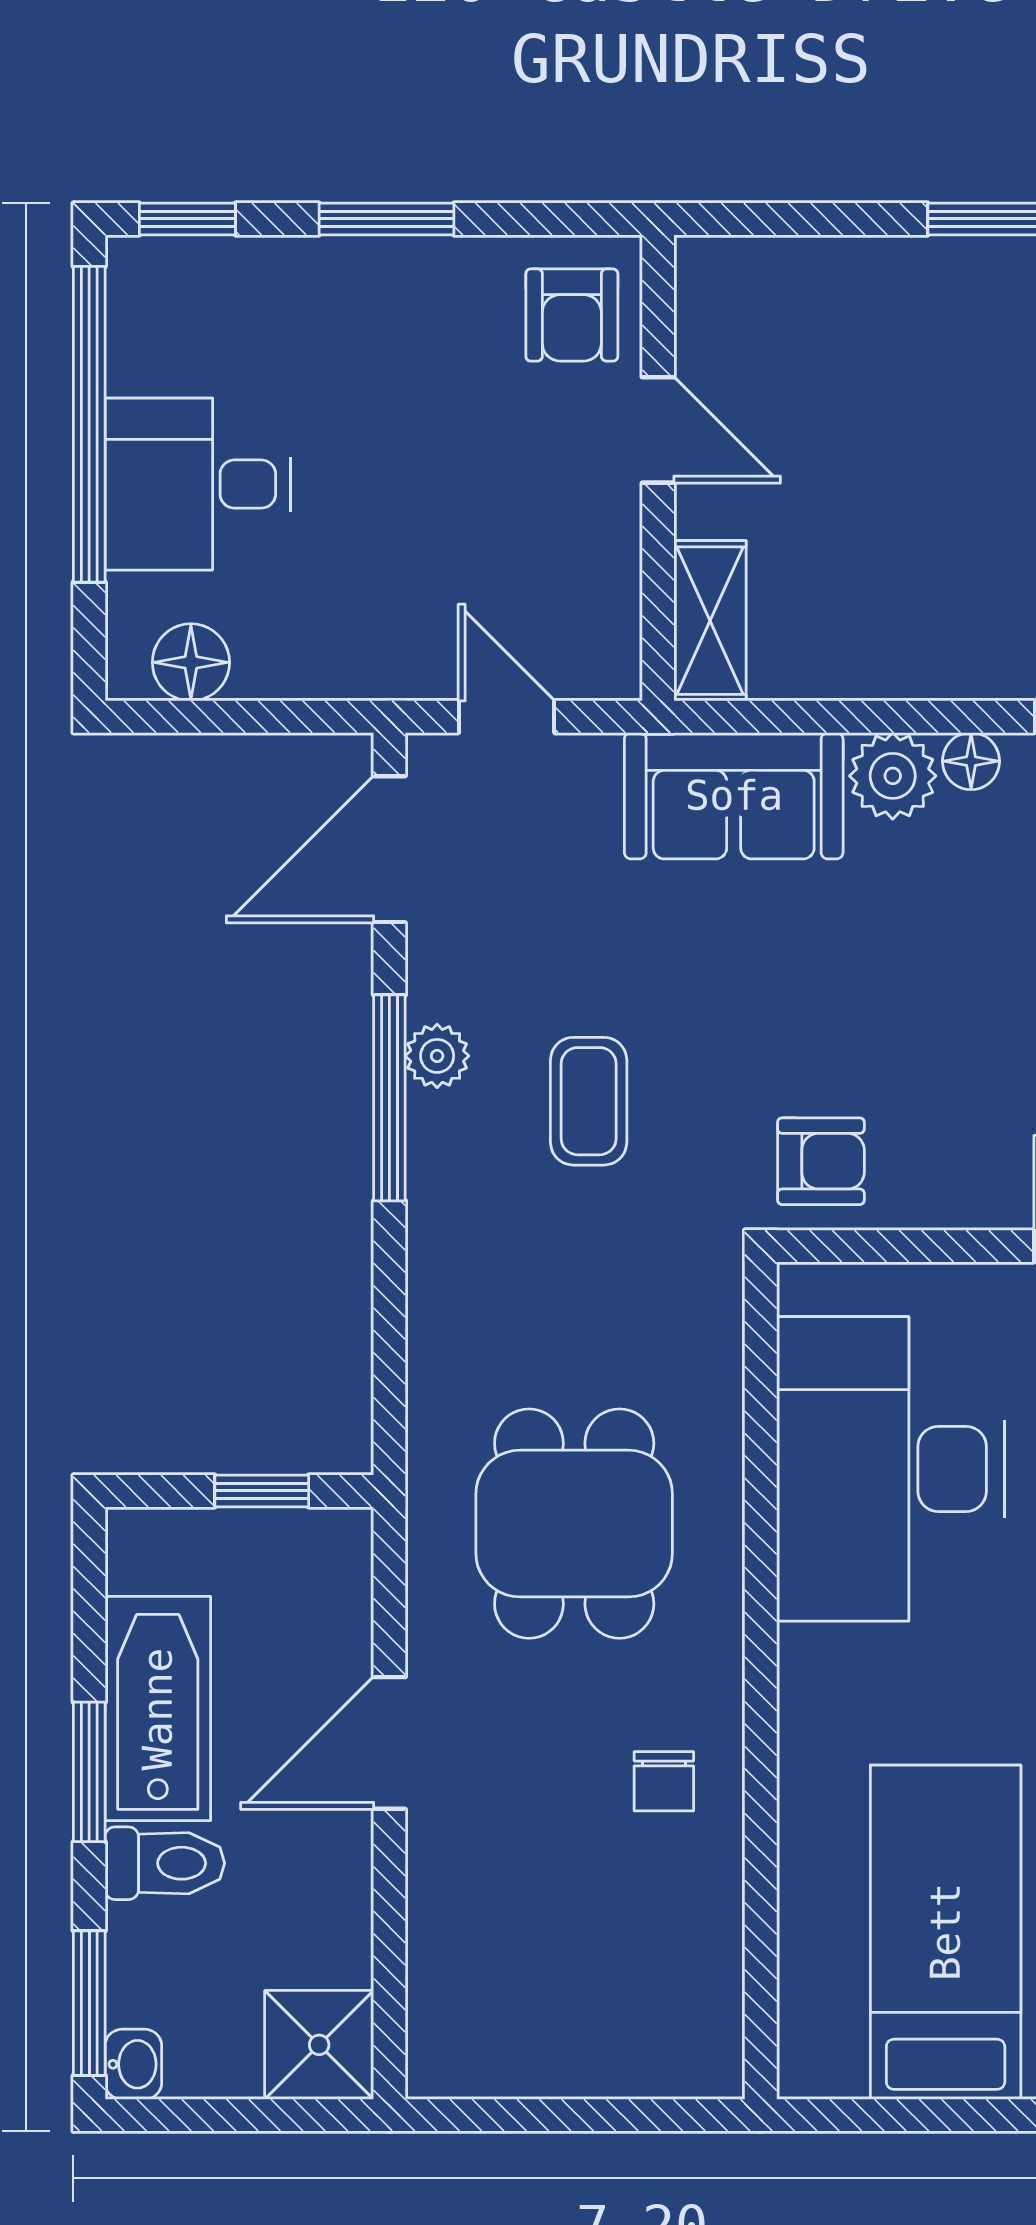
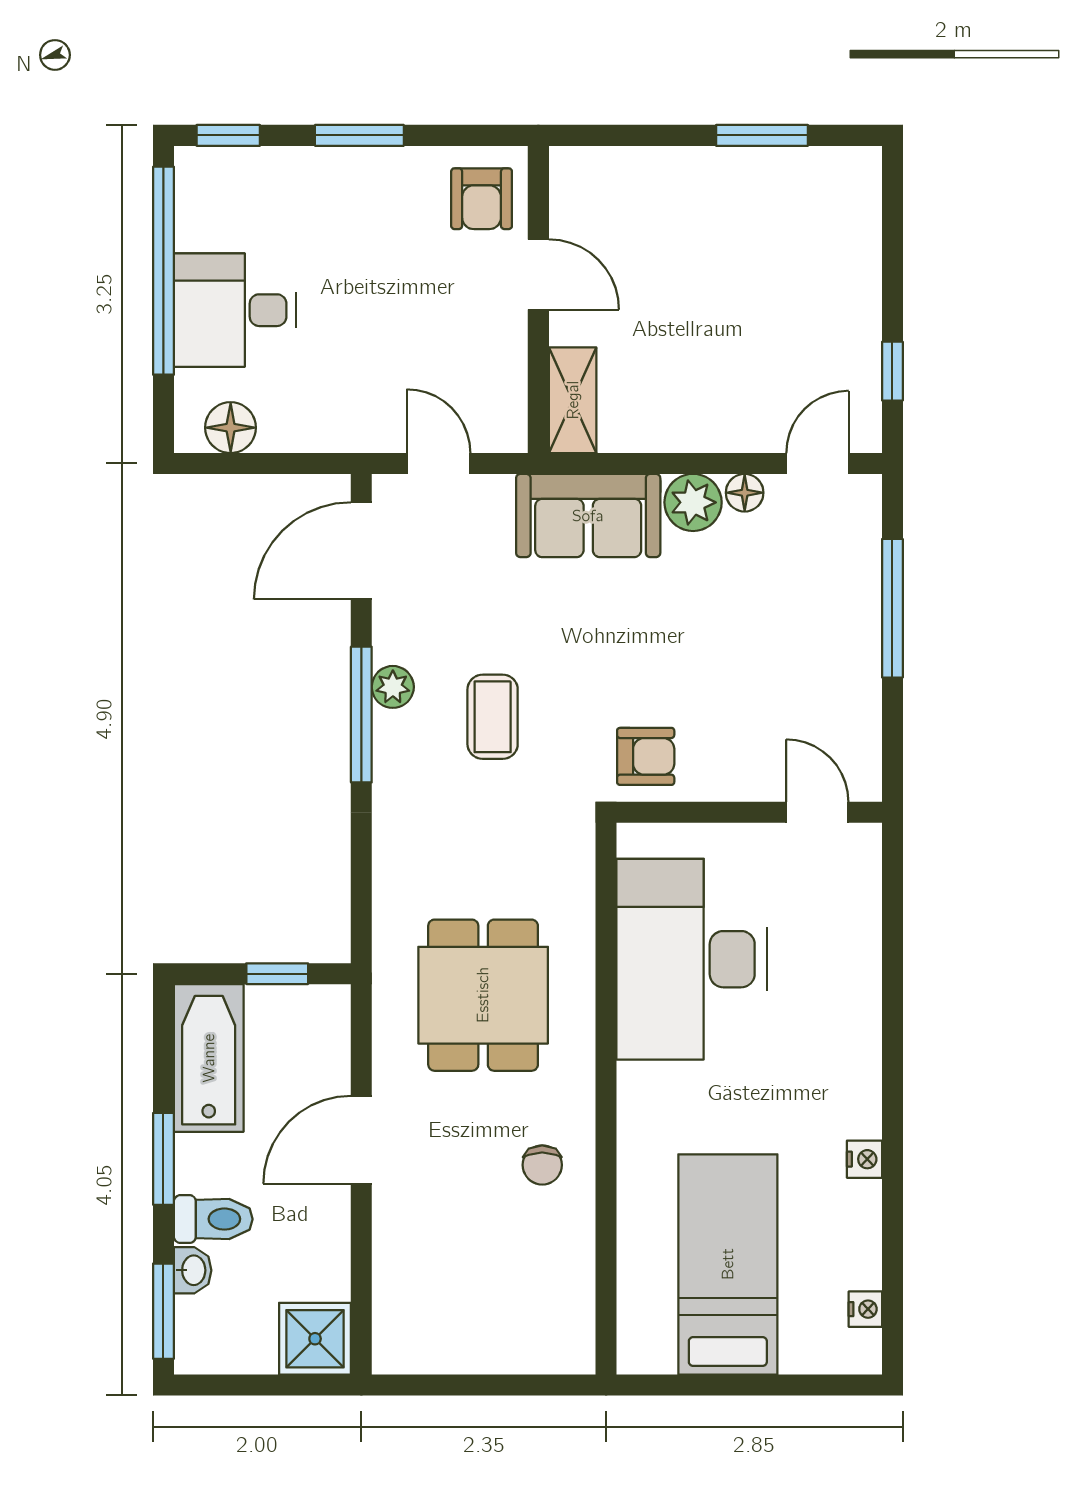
bathtub: (158, 1709) -> (209, 1058), moved
washbasin: (133, 2064) -> (193, 1270), moved

